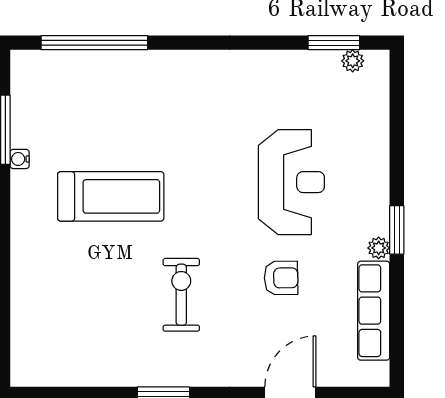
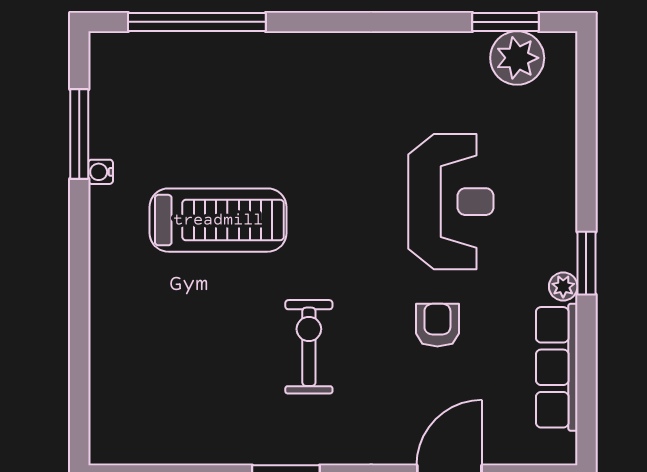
plant: (353, 61) -> (517, 58), width x1.88, depth x1.88
armchair: (281, 278) -> (437, 325), turned -89

